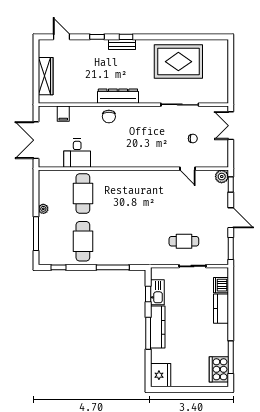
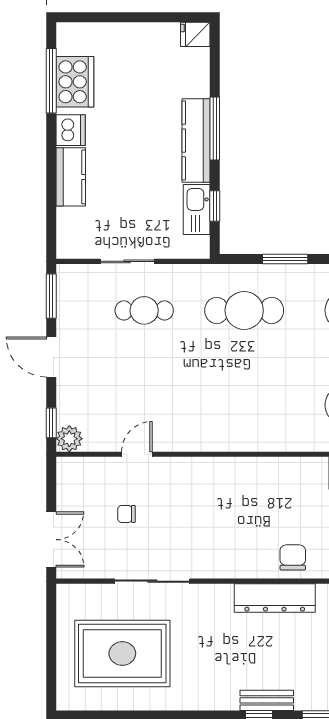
rug: (178, 62) -> (122, 653), moved
door: (188, 169) -> (137, 454), hinge flipped
cafe table: (133, 241) -> (244, 310), added
window: (113, 267) -> (285, 259), width x0.69
dishwasher: (221, 285) -> (71, 130), moved
cooker: (219, 369) -> (75, 82), moved
fridge: (161, 375) -> (195, 34), width x0.53, depth x0.75

